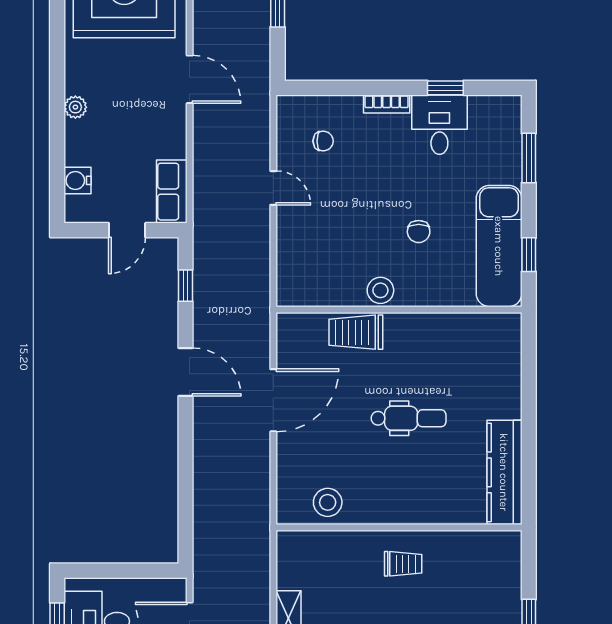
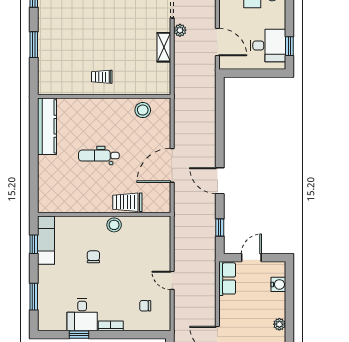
exam couch: (499, 246) -> (46, 240), width x0.73, depth x0.69
trolley: (356, 332) -> (127, 202), turned 180

